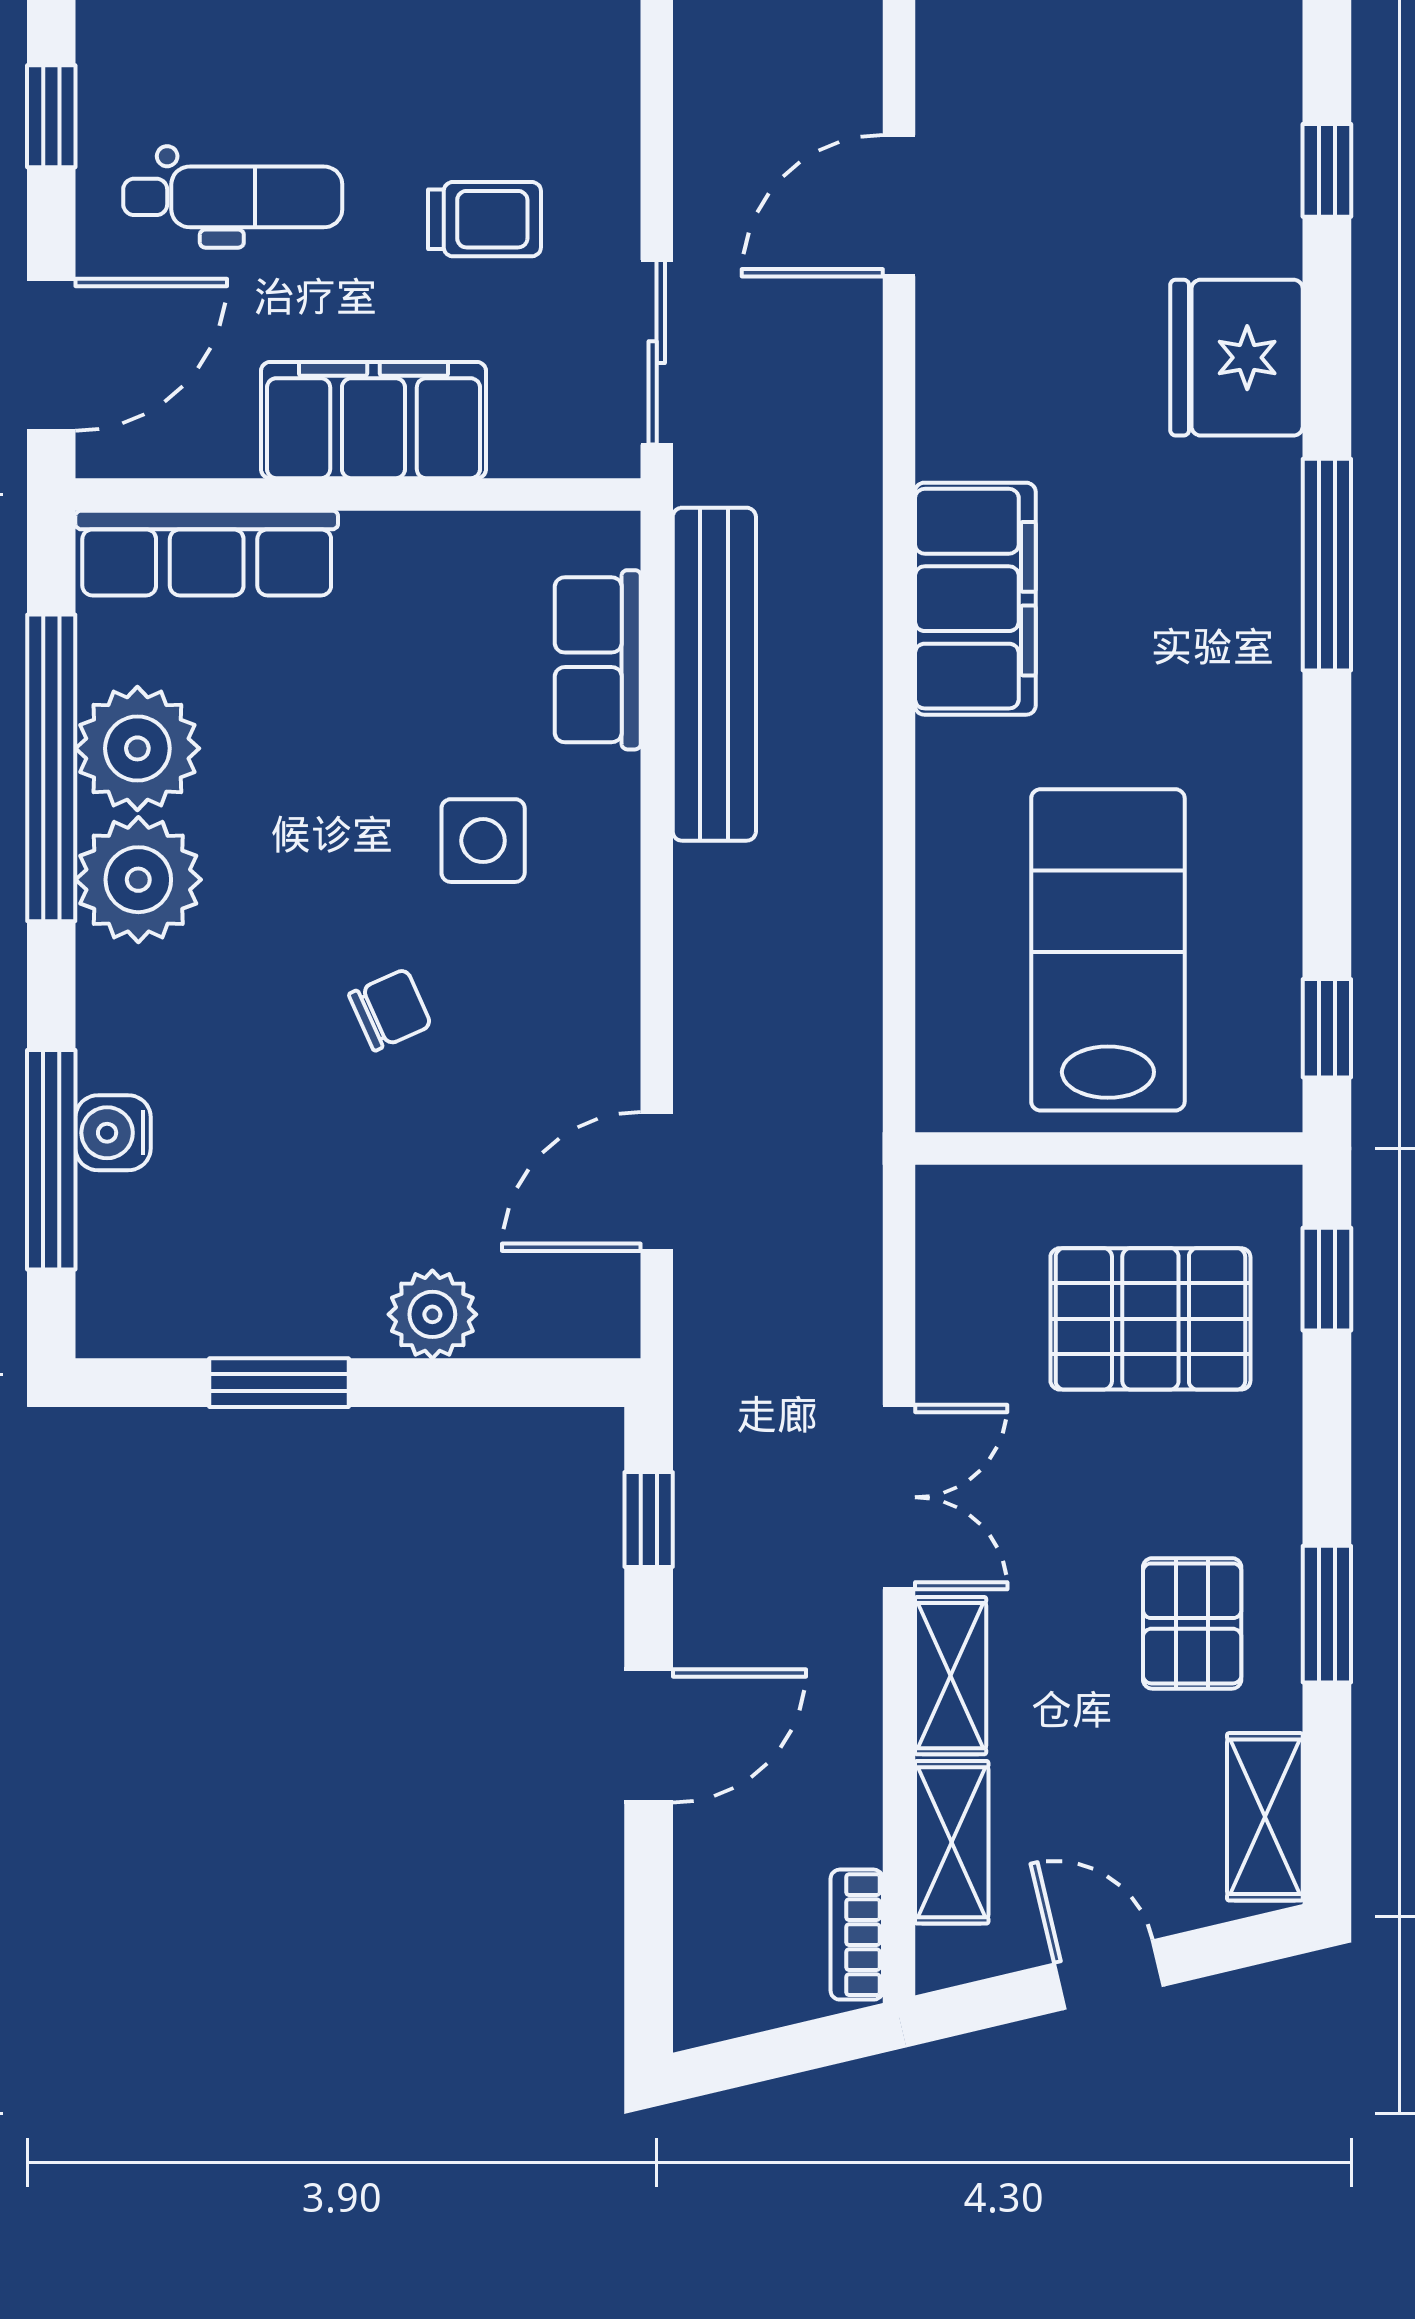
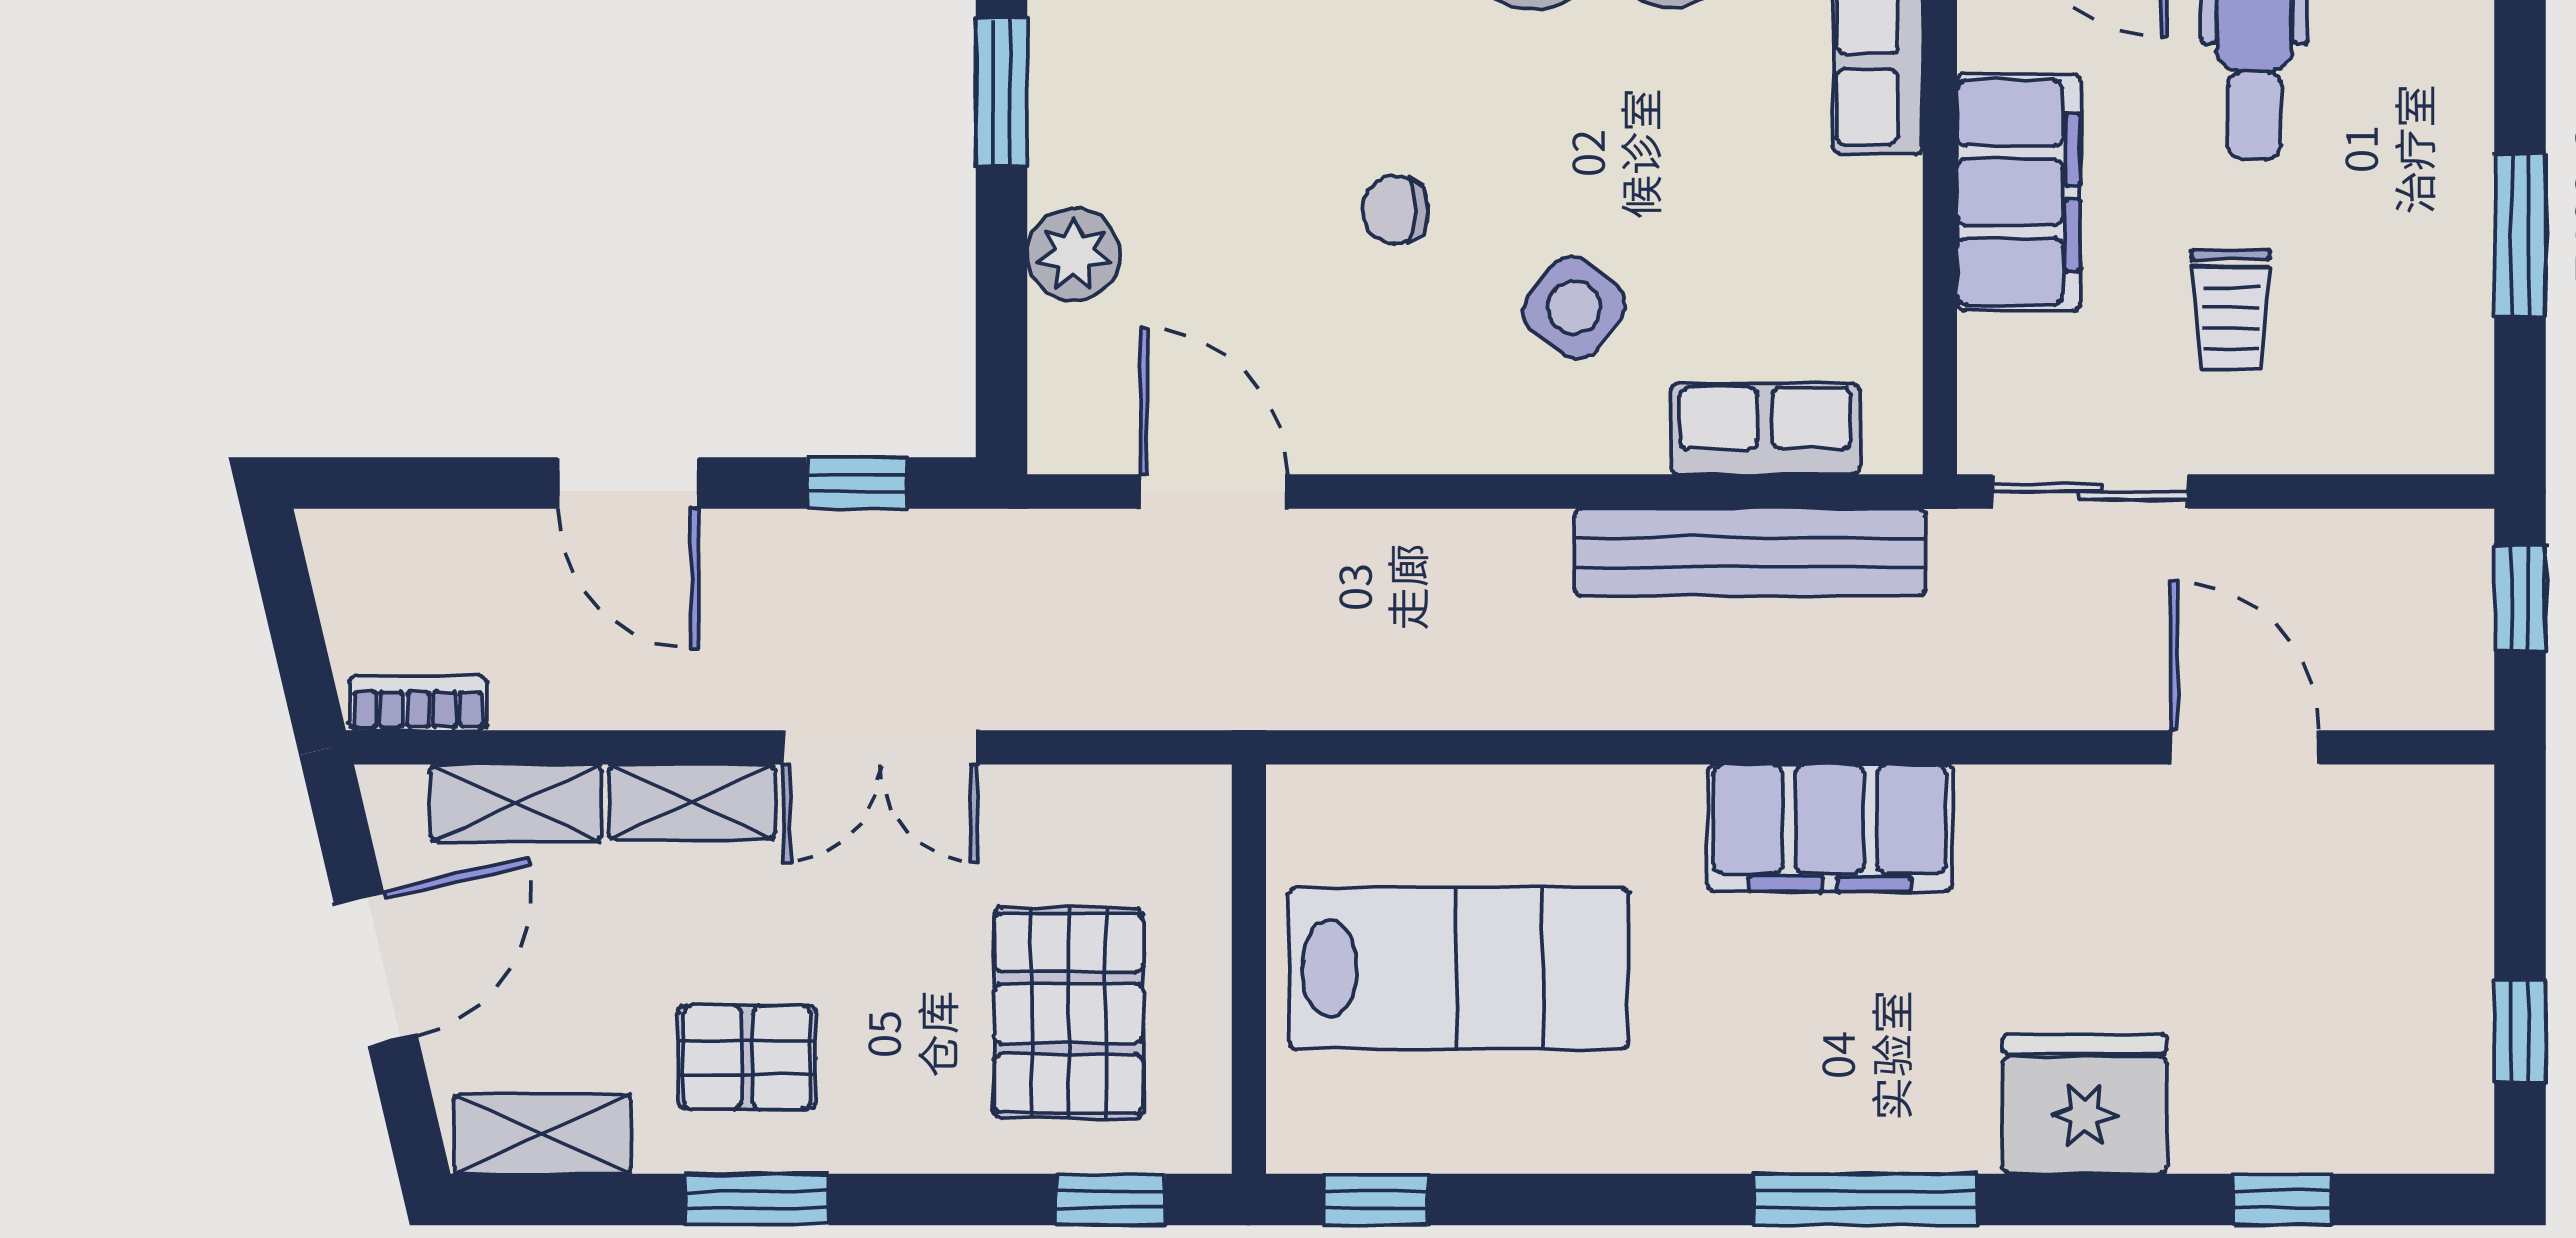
side table: (483, 841) -> (1574, 308), turned 37
chair: (390, 1010) -> (1395, 210), turned 115
door: (1109, 1975) -> (376, 969), width x1.38

